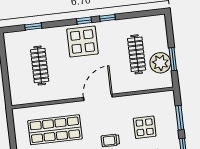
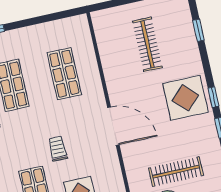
clothes rail: (40, 66) -> (147, 44), turned 90
shop shelf: (55, 130) -> (64, 74), width x0.70, depth x0.74

